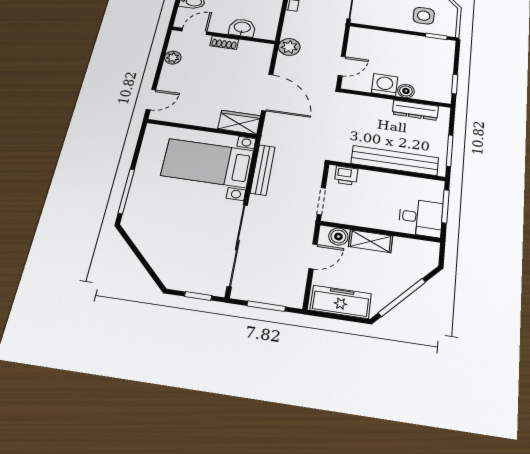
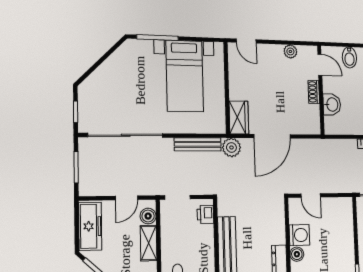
plant: (289, 47) -> (231, 147), moved
bed with nightstands: (207, 163) -> (185, 76), moved, turned 180
door: (313, 256) -> (126, 198), hinge flipped

